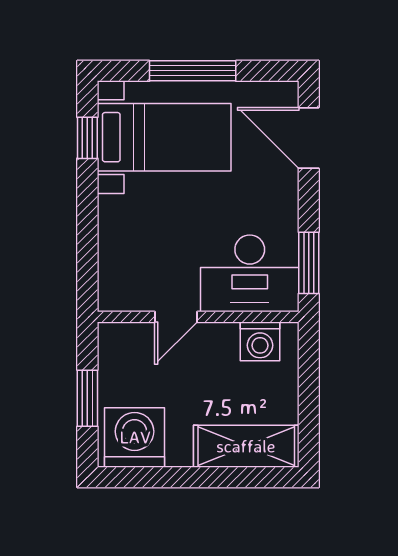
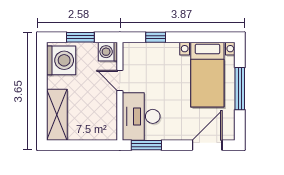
window: (87, 138) -> (156, 37), moved
washing machine: (260, 341) -> (108, 52), moved

